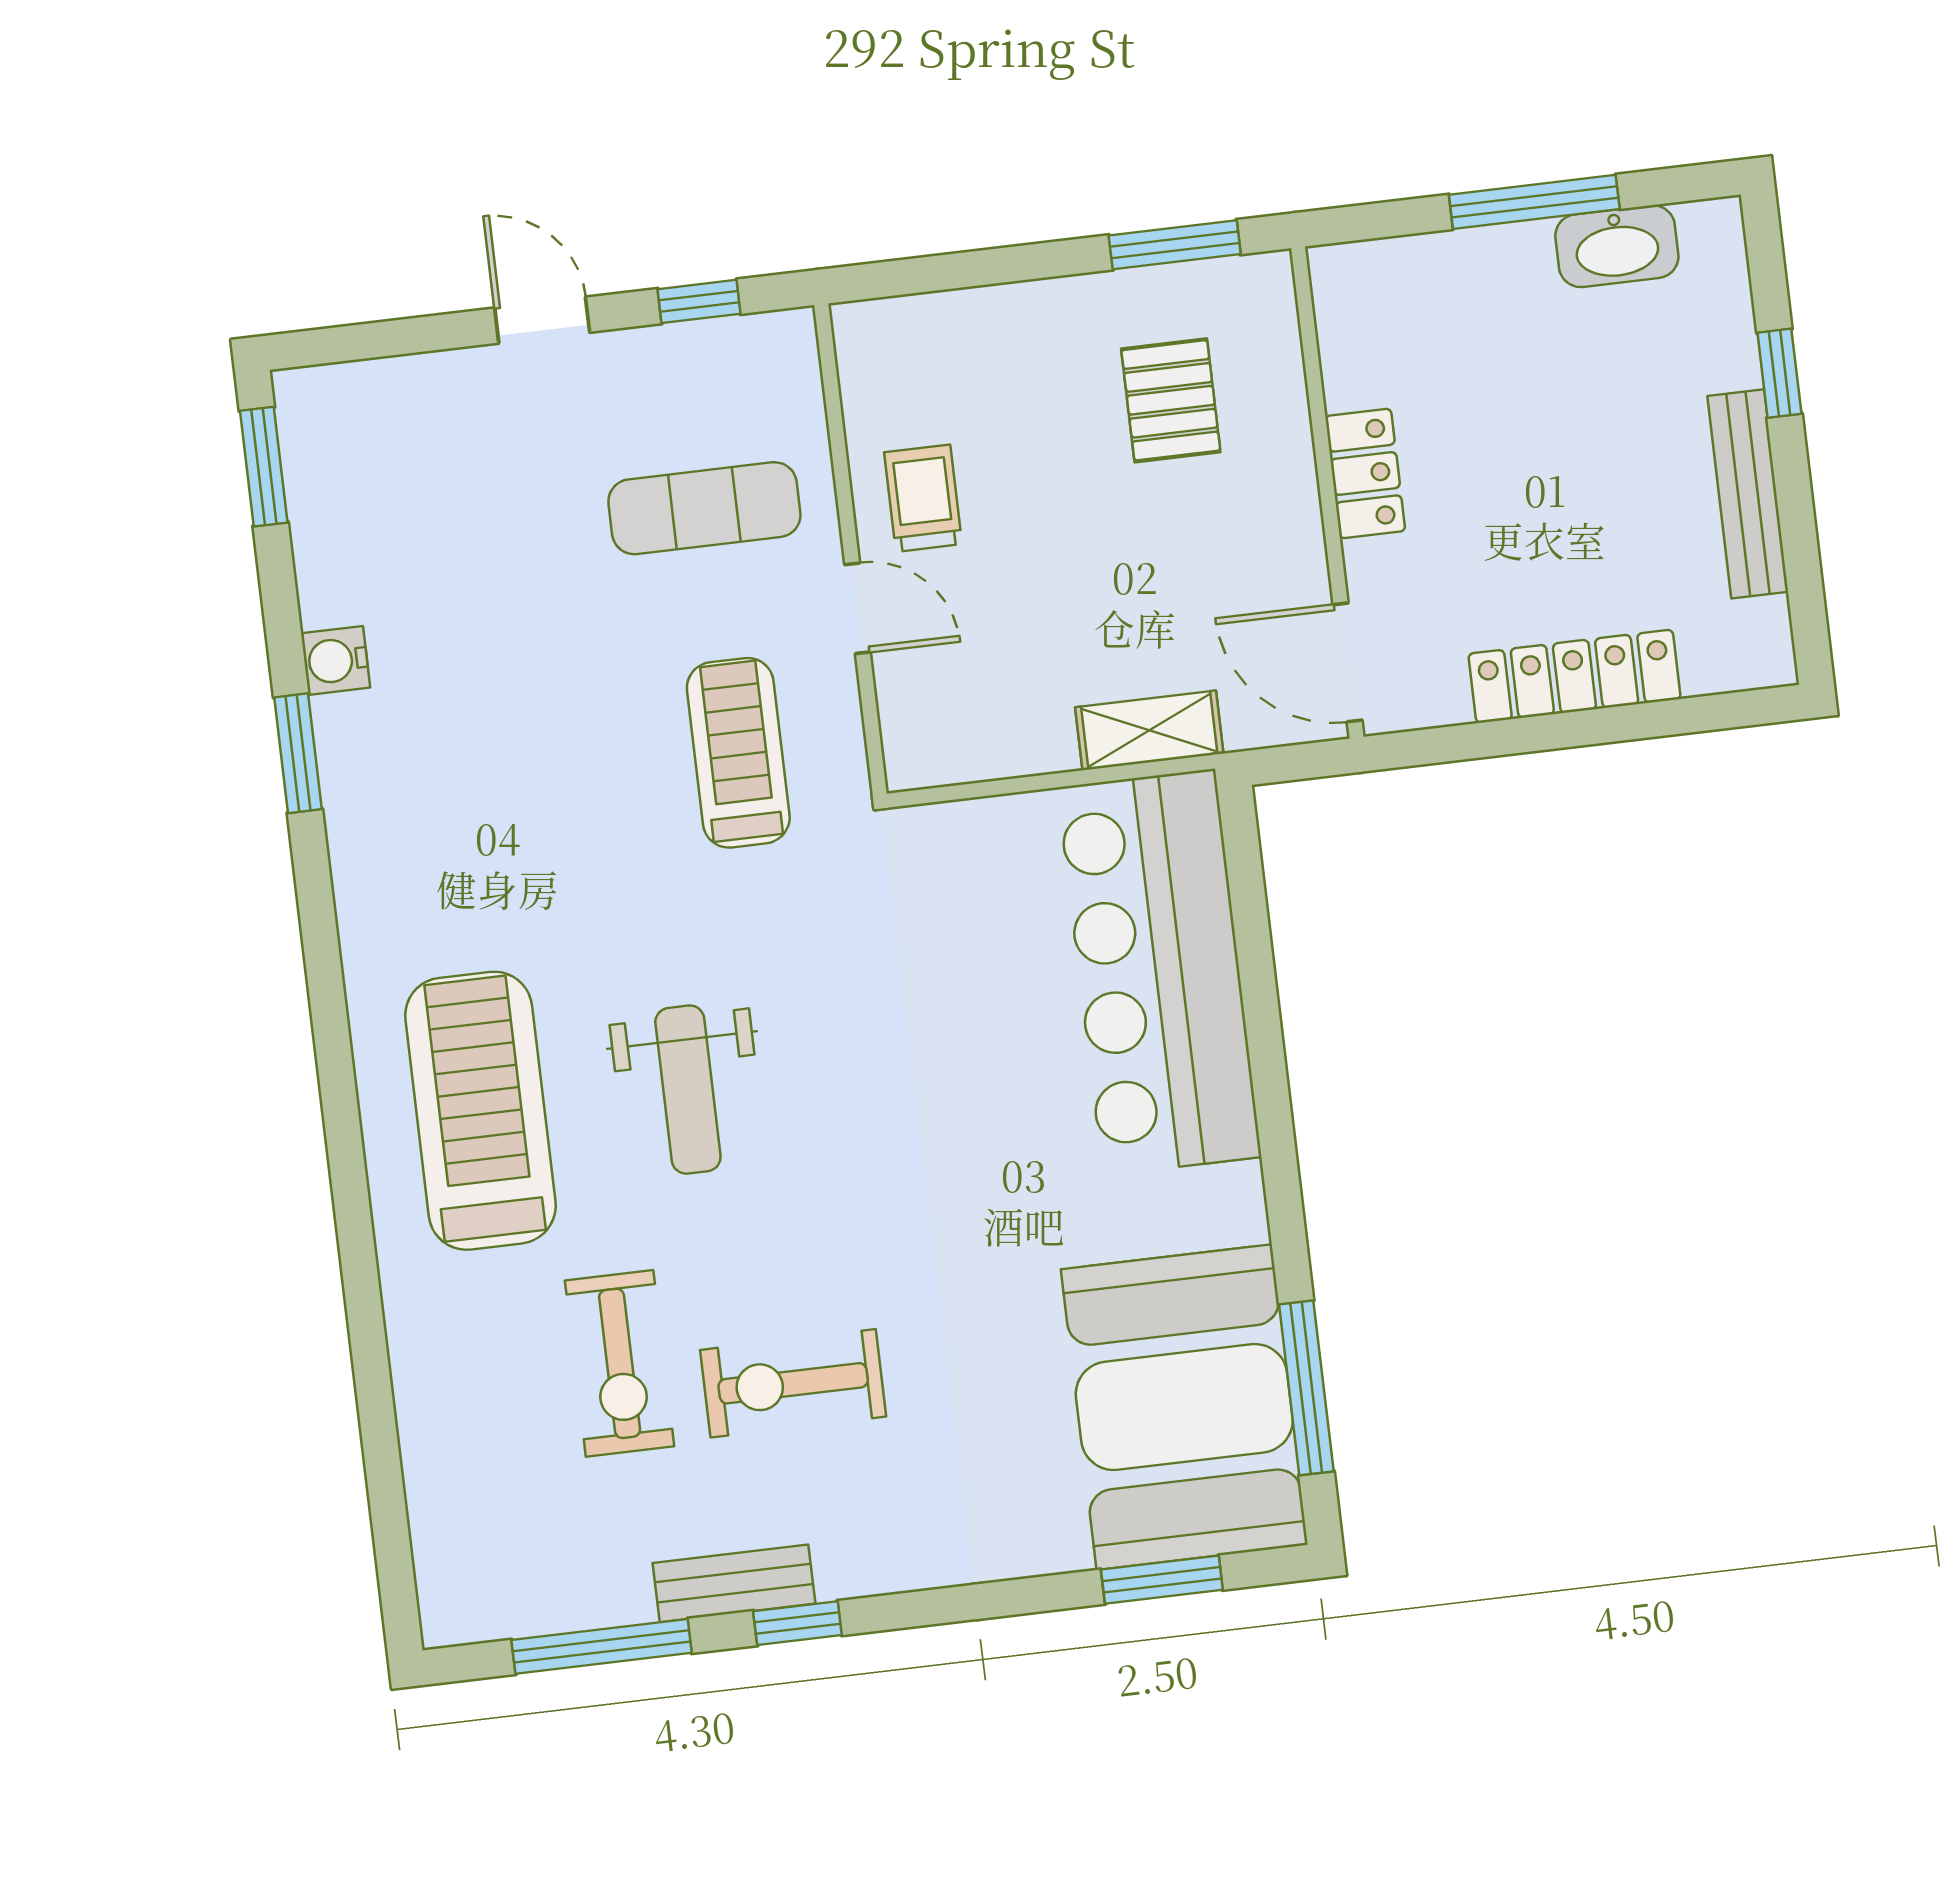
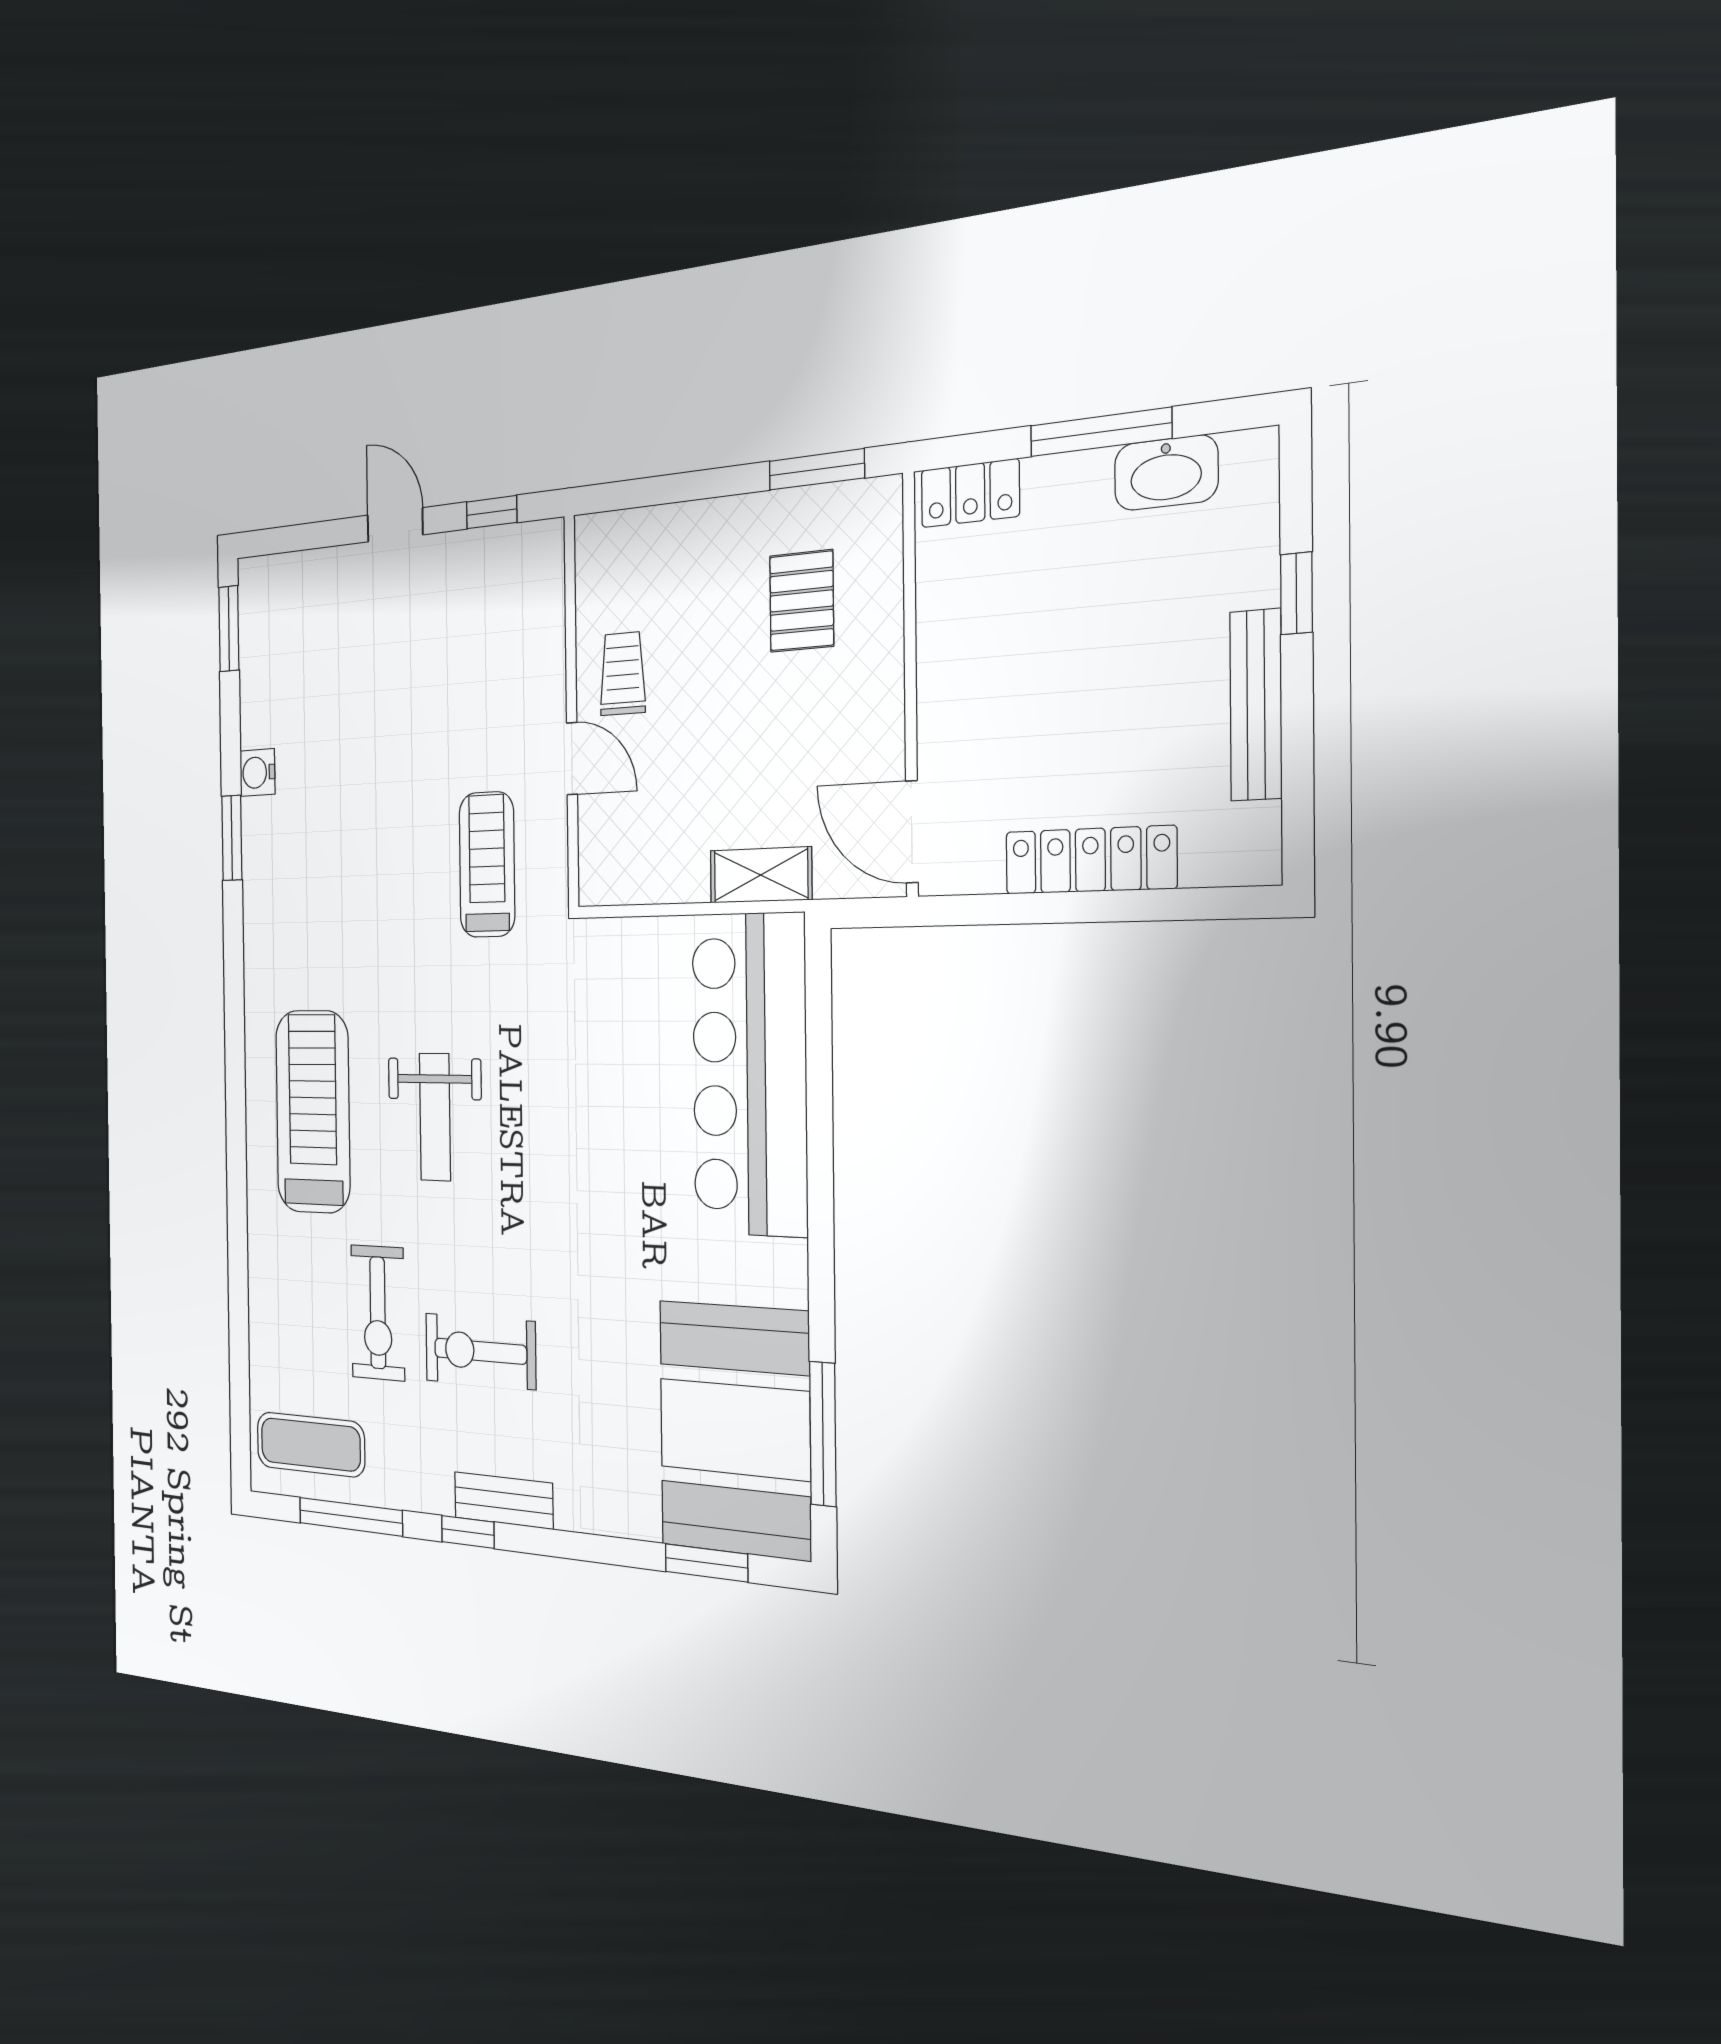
locker: (1365, 473) -> (970, 493), moved, turned 90
exercise mat: (704, 508) -> (311, 1445), moved
bench: (734, 1583) -> (504, 1500), moved

